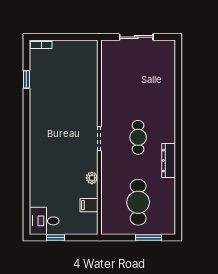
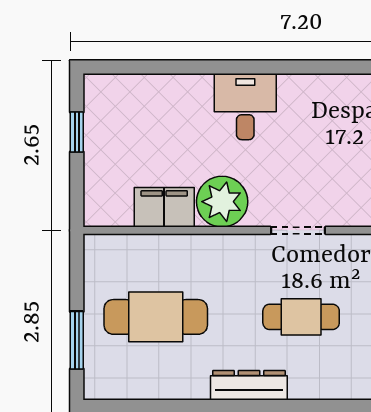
plant: (92, 178) -> (222, 202), width x1.88, depth x1.88
filing cabinet: (89, 205) -> (164, 207), width x2.00
desk: (44, 221) -> (245, 107), moved

